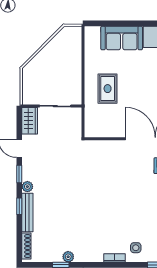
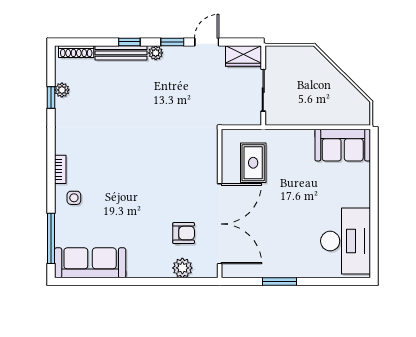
sofa: (122, 38) -> (343, 145), moved, turned -90
rug: (108, 89) -> (253, 163), moved, turned 90
plant: (68, 257) -> (62, 90), moved

